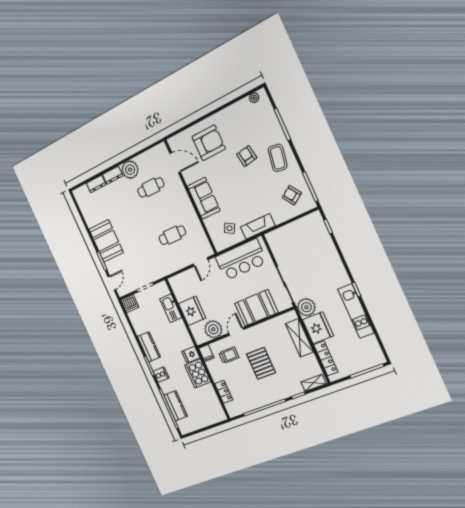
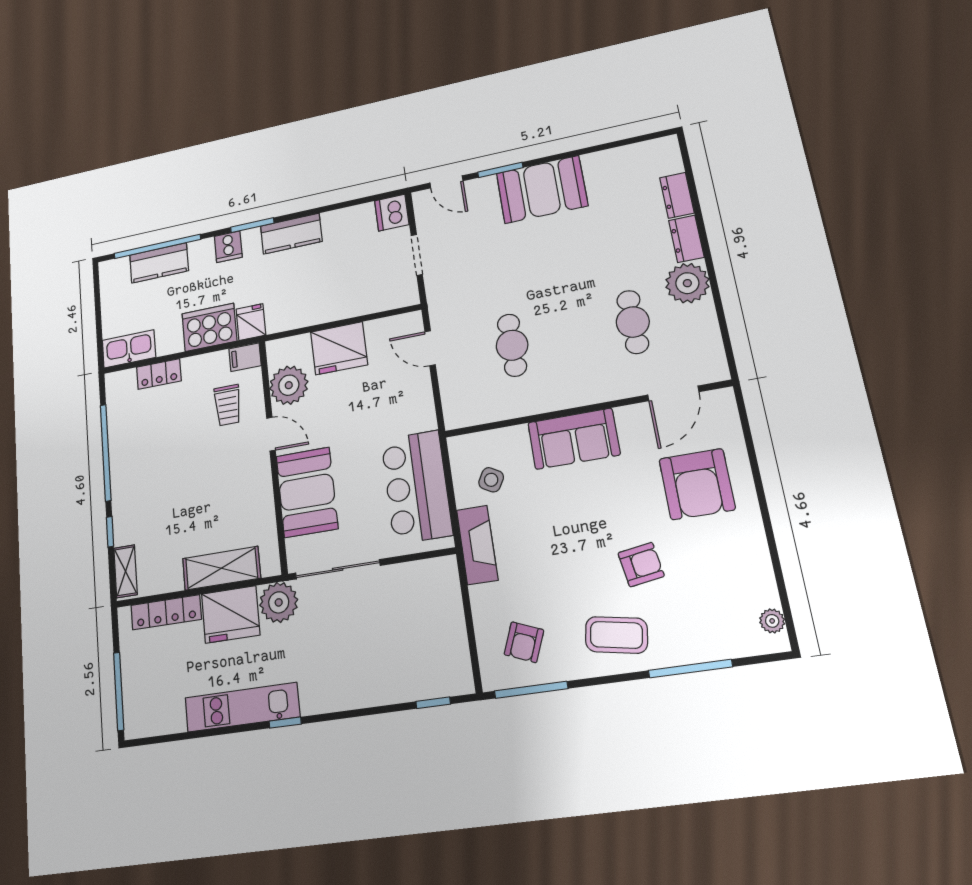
armchair: (292, 195) -> (524, 642), turned 146
door: (201, 262) -> (430, 348), moved
kitchen sink: (171, 308) -> (129, 349), moved
pallet: (261, 363) -> (193, 470), removed

